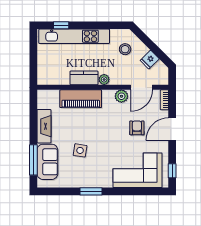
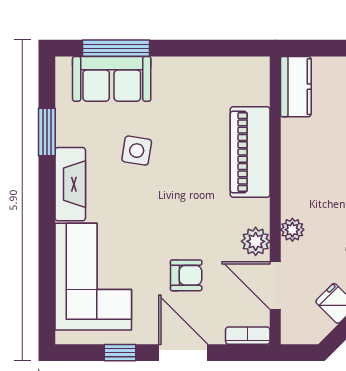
kitchen counter: (84, 78) -> (296, 87), moved
plant: (104, 79) -> (292, 230), moved
fireplace: (44, 126) -> (70, 184), moved, turned -90
window: (172, 171) -> (120, 353), moved
window: (91, 191) -> (47, 132), moved

